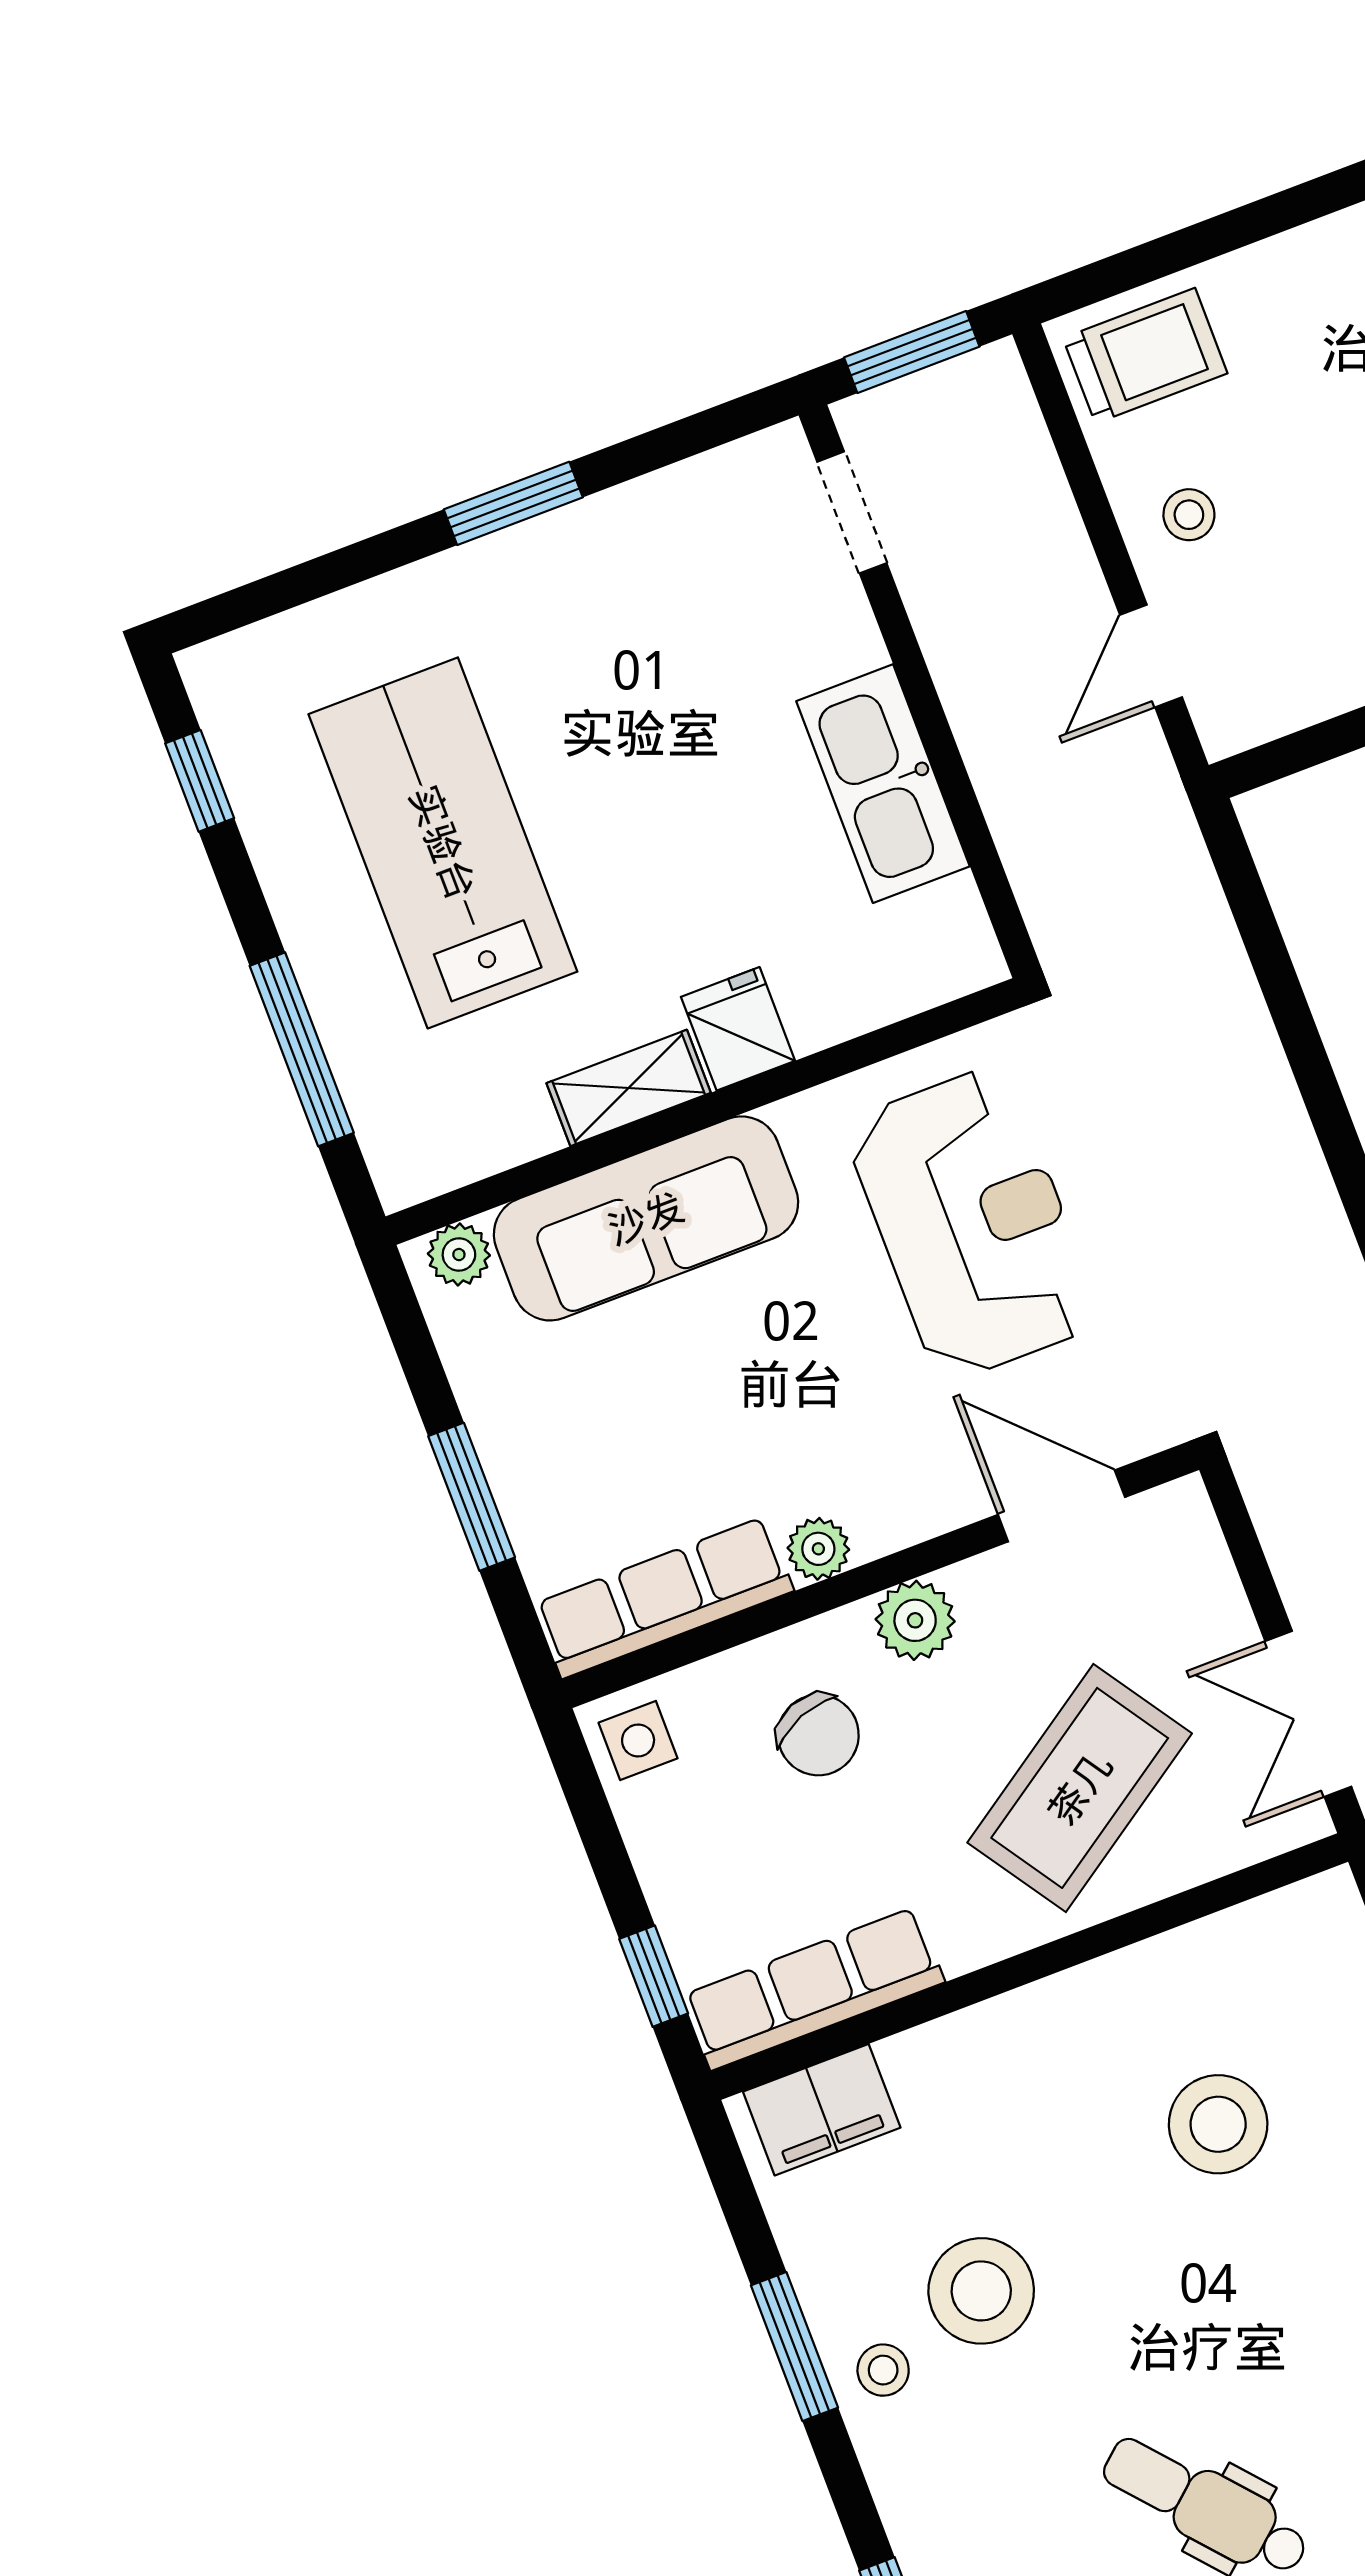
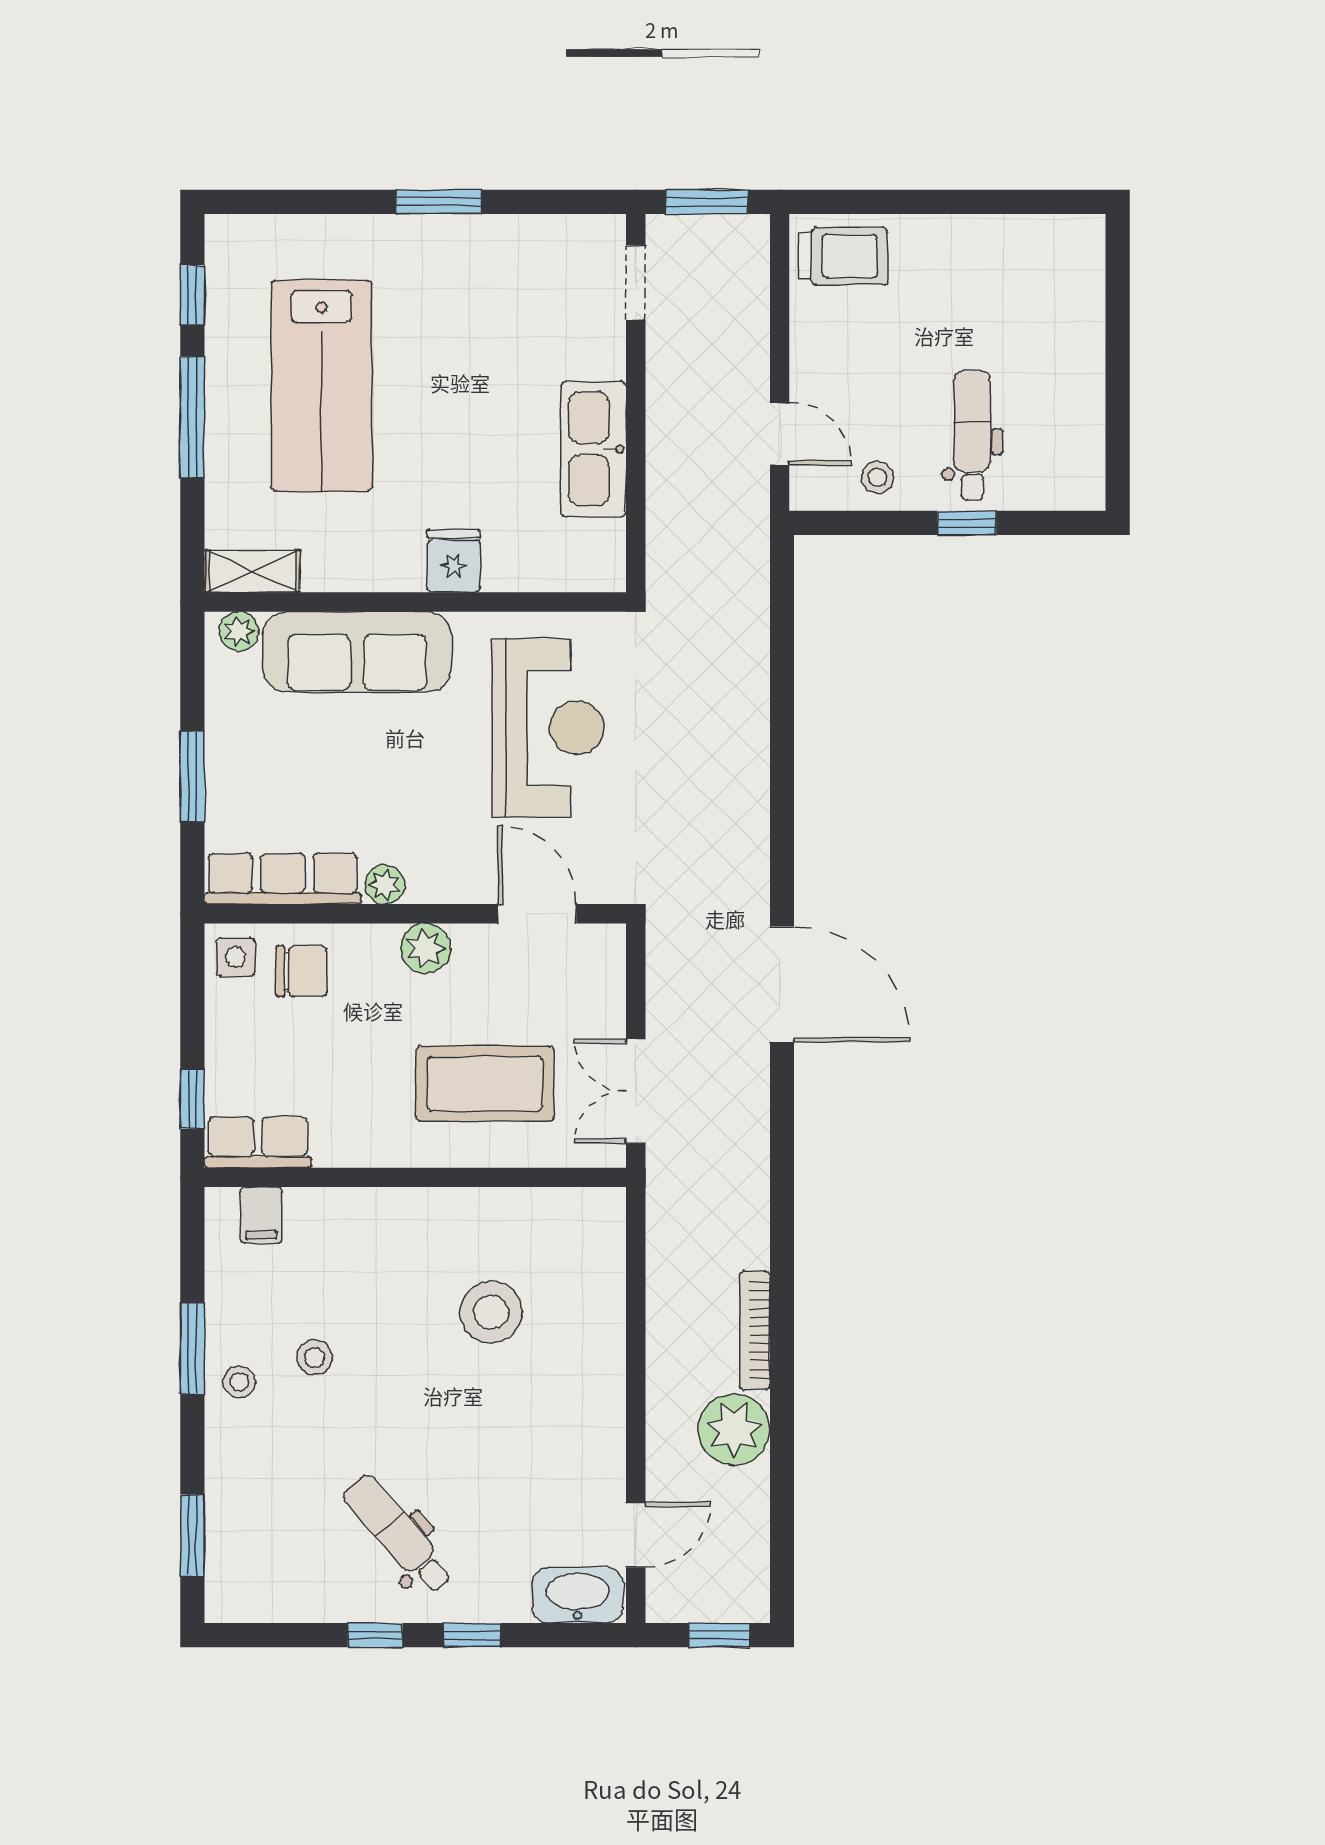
stool: (1189, 515) -> (878, 477), moved
door: (1151, 656) -> (780, 434), swing flipped
lab bench: (443, 843) -> (321, 386), turned 180
window: (302, 1049) -> (192, 417), moved
shelving: (629, 1088) -> (253, 571), moved
chair: (818, 1735) -> (302, 971), moved, turned -69
coffee table: (1080, 1788) -> (485, 1084), turned 34
row of seats: (813, 1989) -> (258, 1142), width x0.68
filing cabinet: (822, 2110) -> (261, 1215), width x0.50
stool: (981, 2291) -> (315, 1357), width x0.53, depth x0.53

